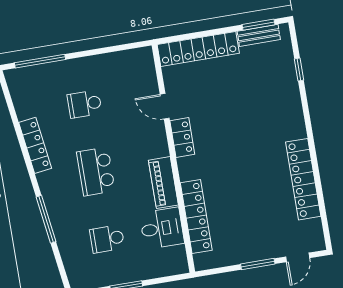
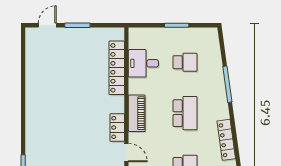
locker: (303, 179) -> (34, 82), removed
piano: (163, 183) -> (137, 113), moved

